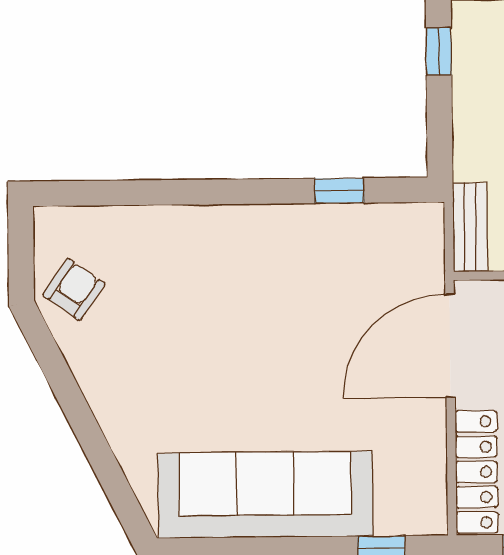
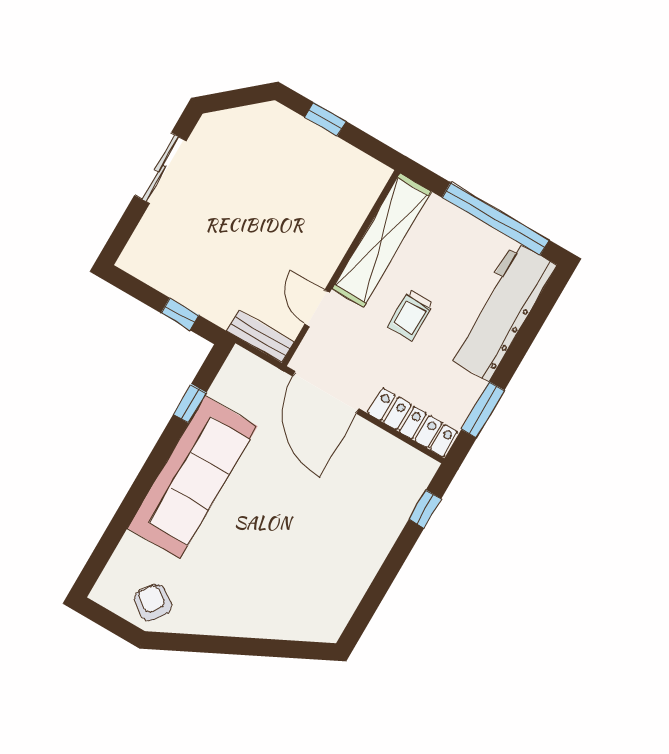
window: (439, 51) -> (180, 314), moved
sofa: (265, 495) -> (192, 477), moved, turned 180

